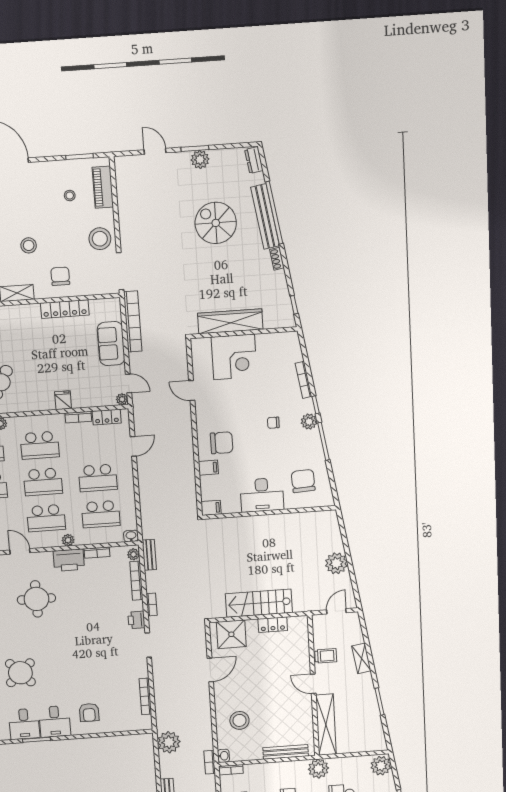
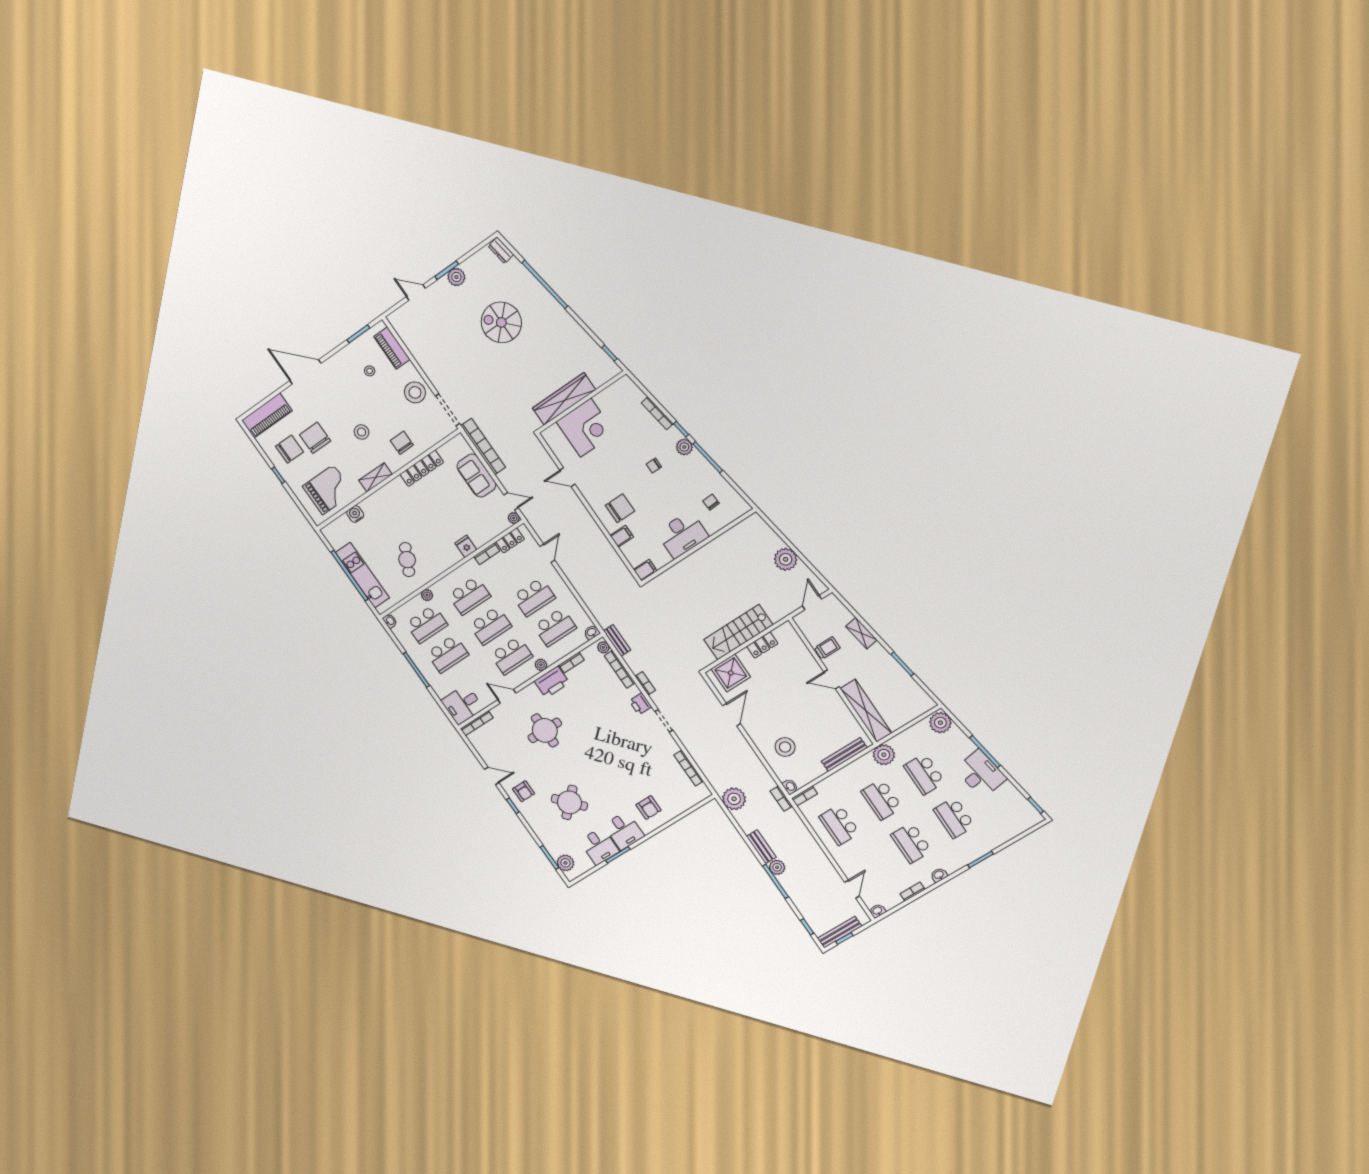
bench: (265, 217) -> (539, 292), removed
shoe rack: (277, 259) -> (571, 322), removed
chair: (303, 481) -> (711, 502), width x0.54, depth x0.54

